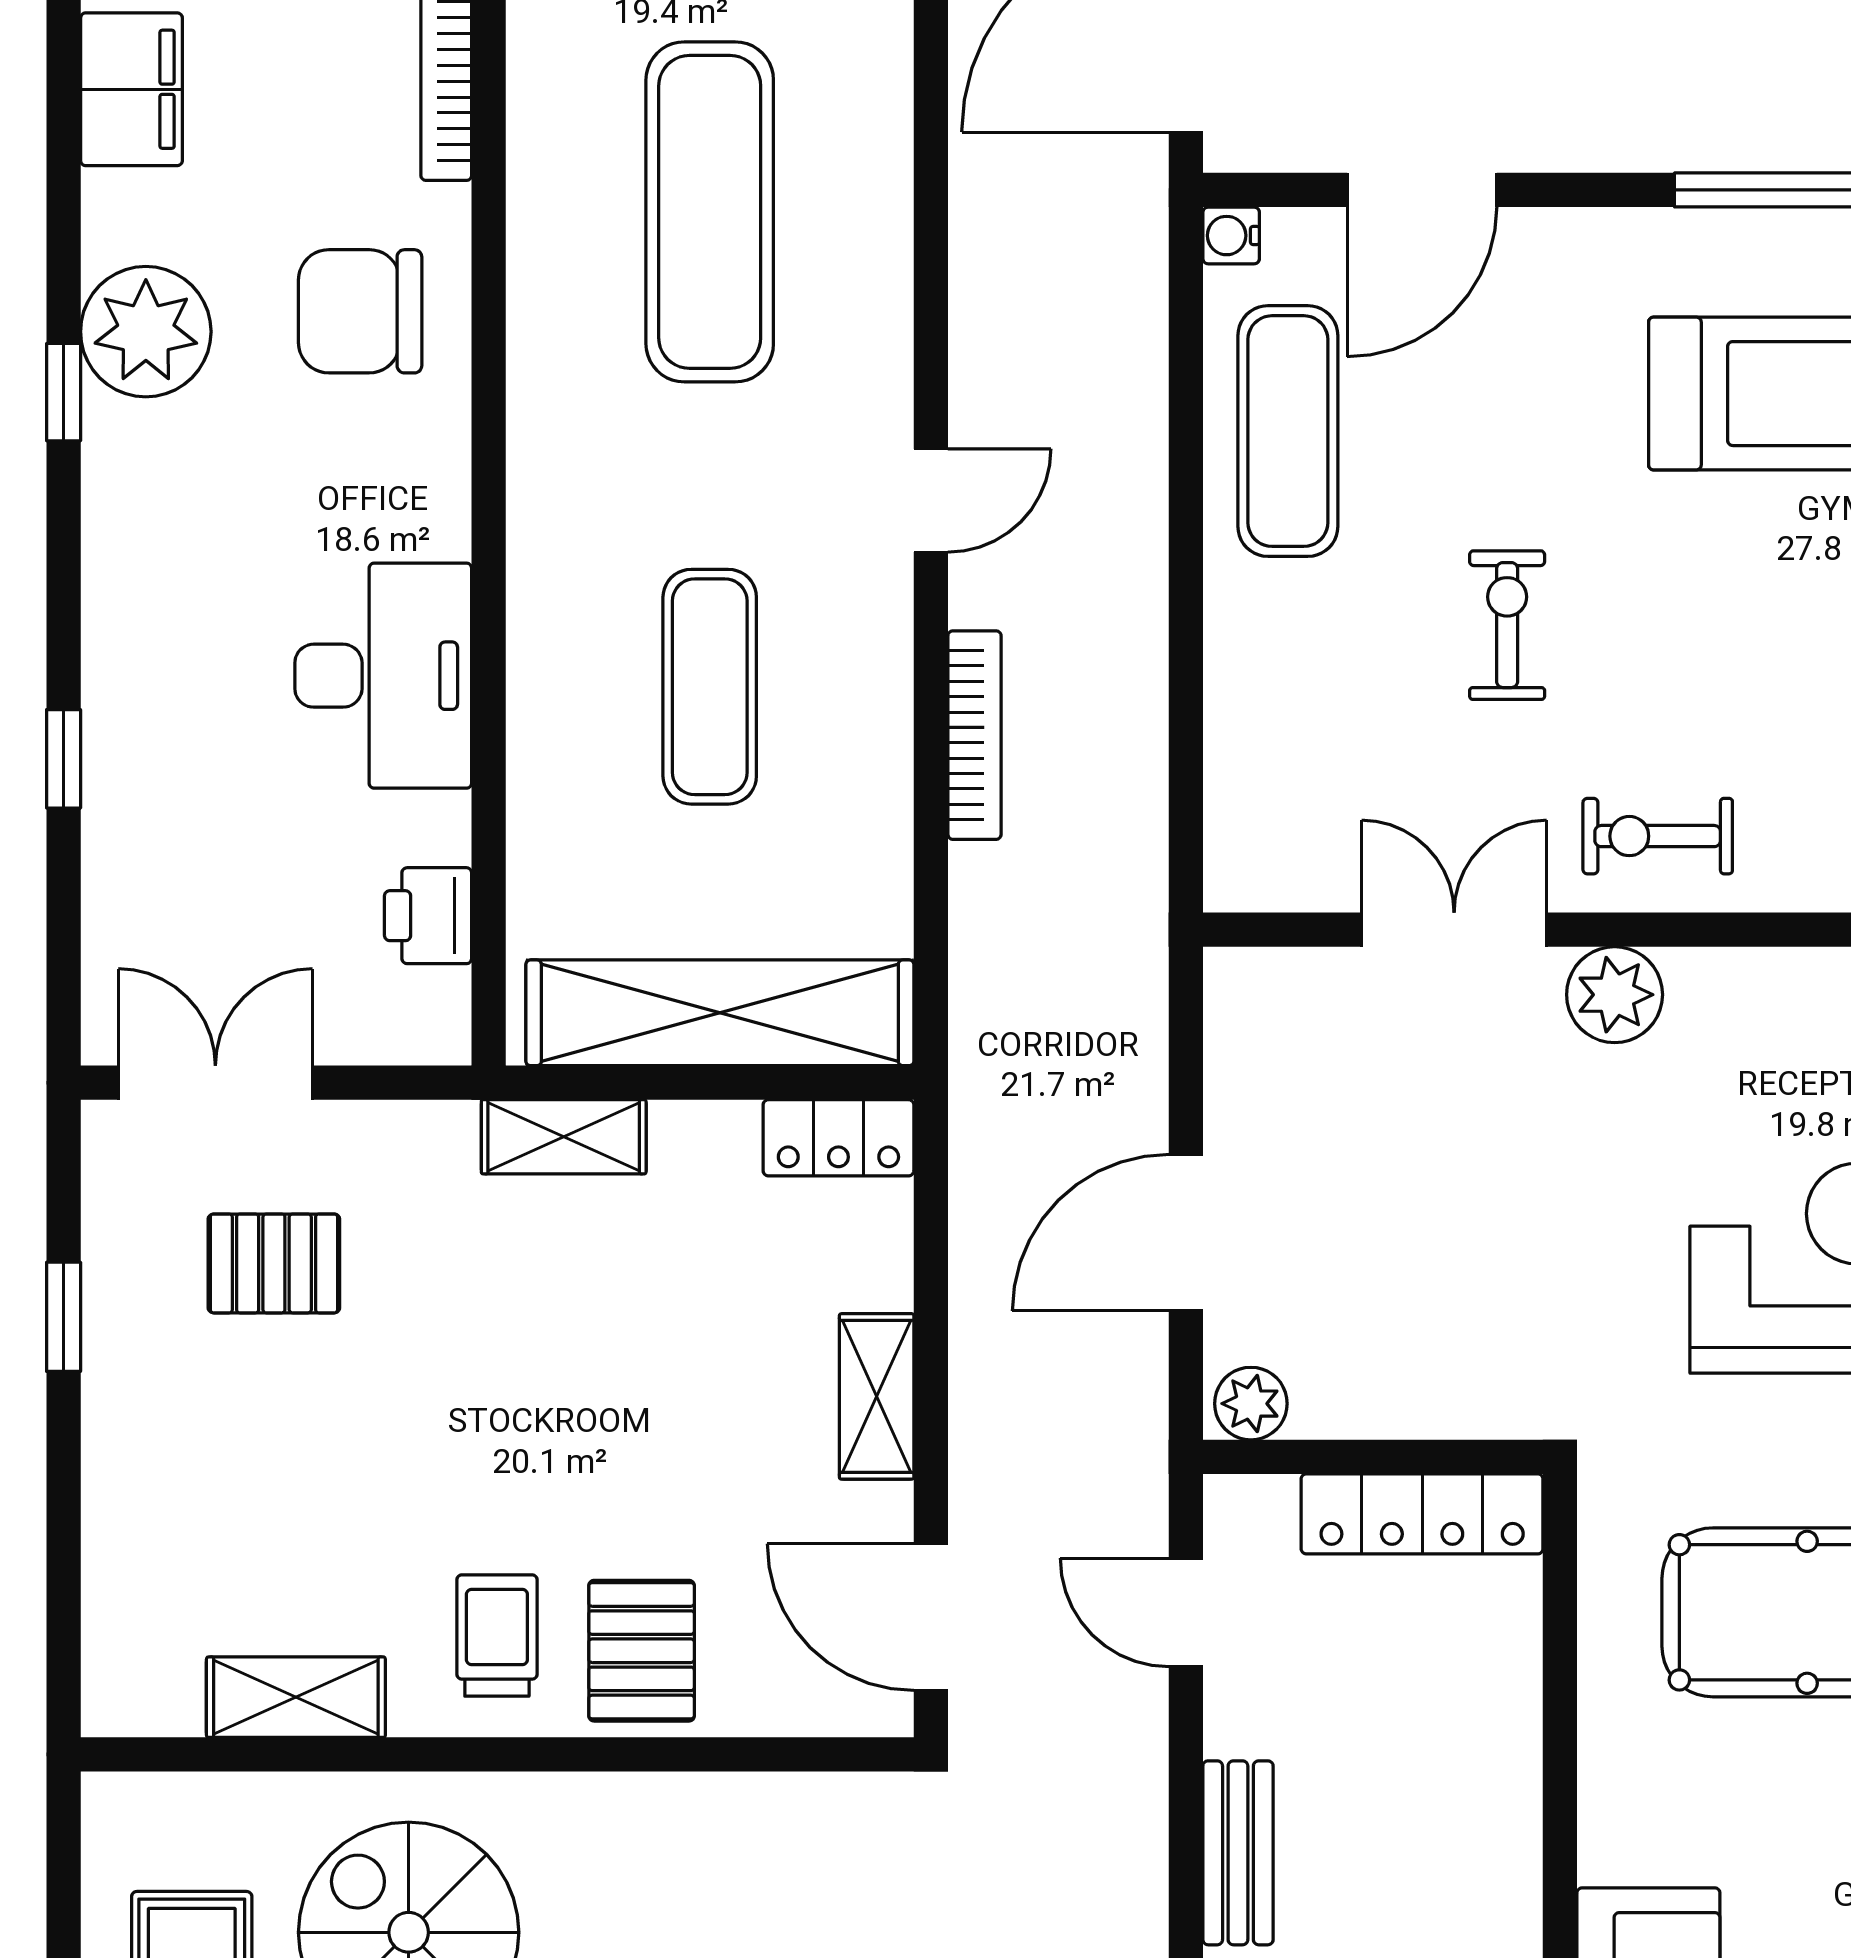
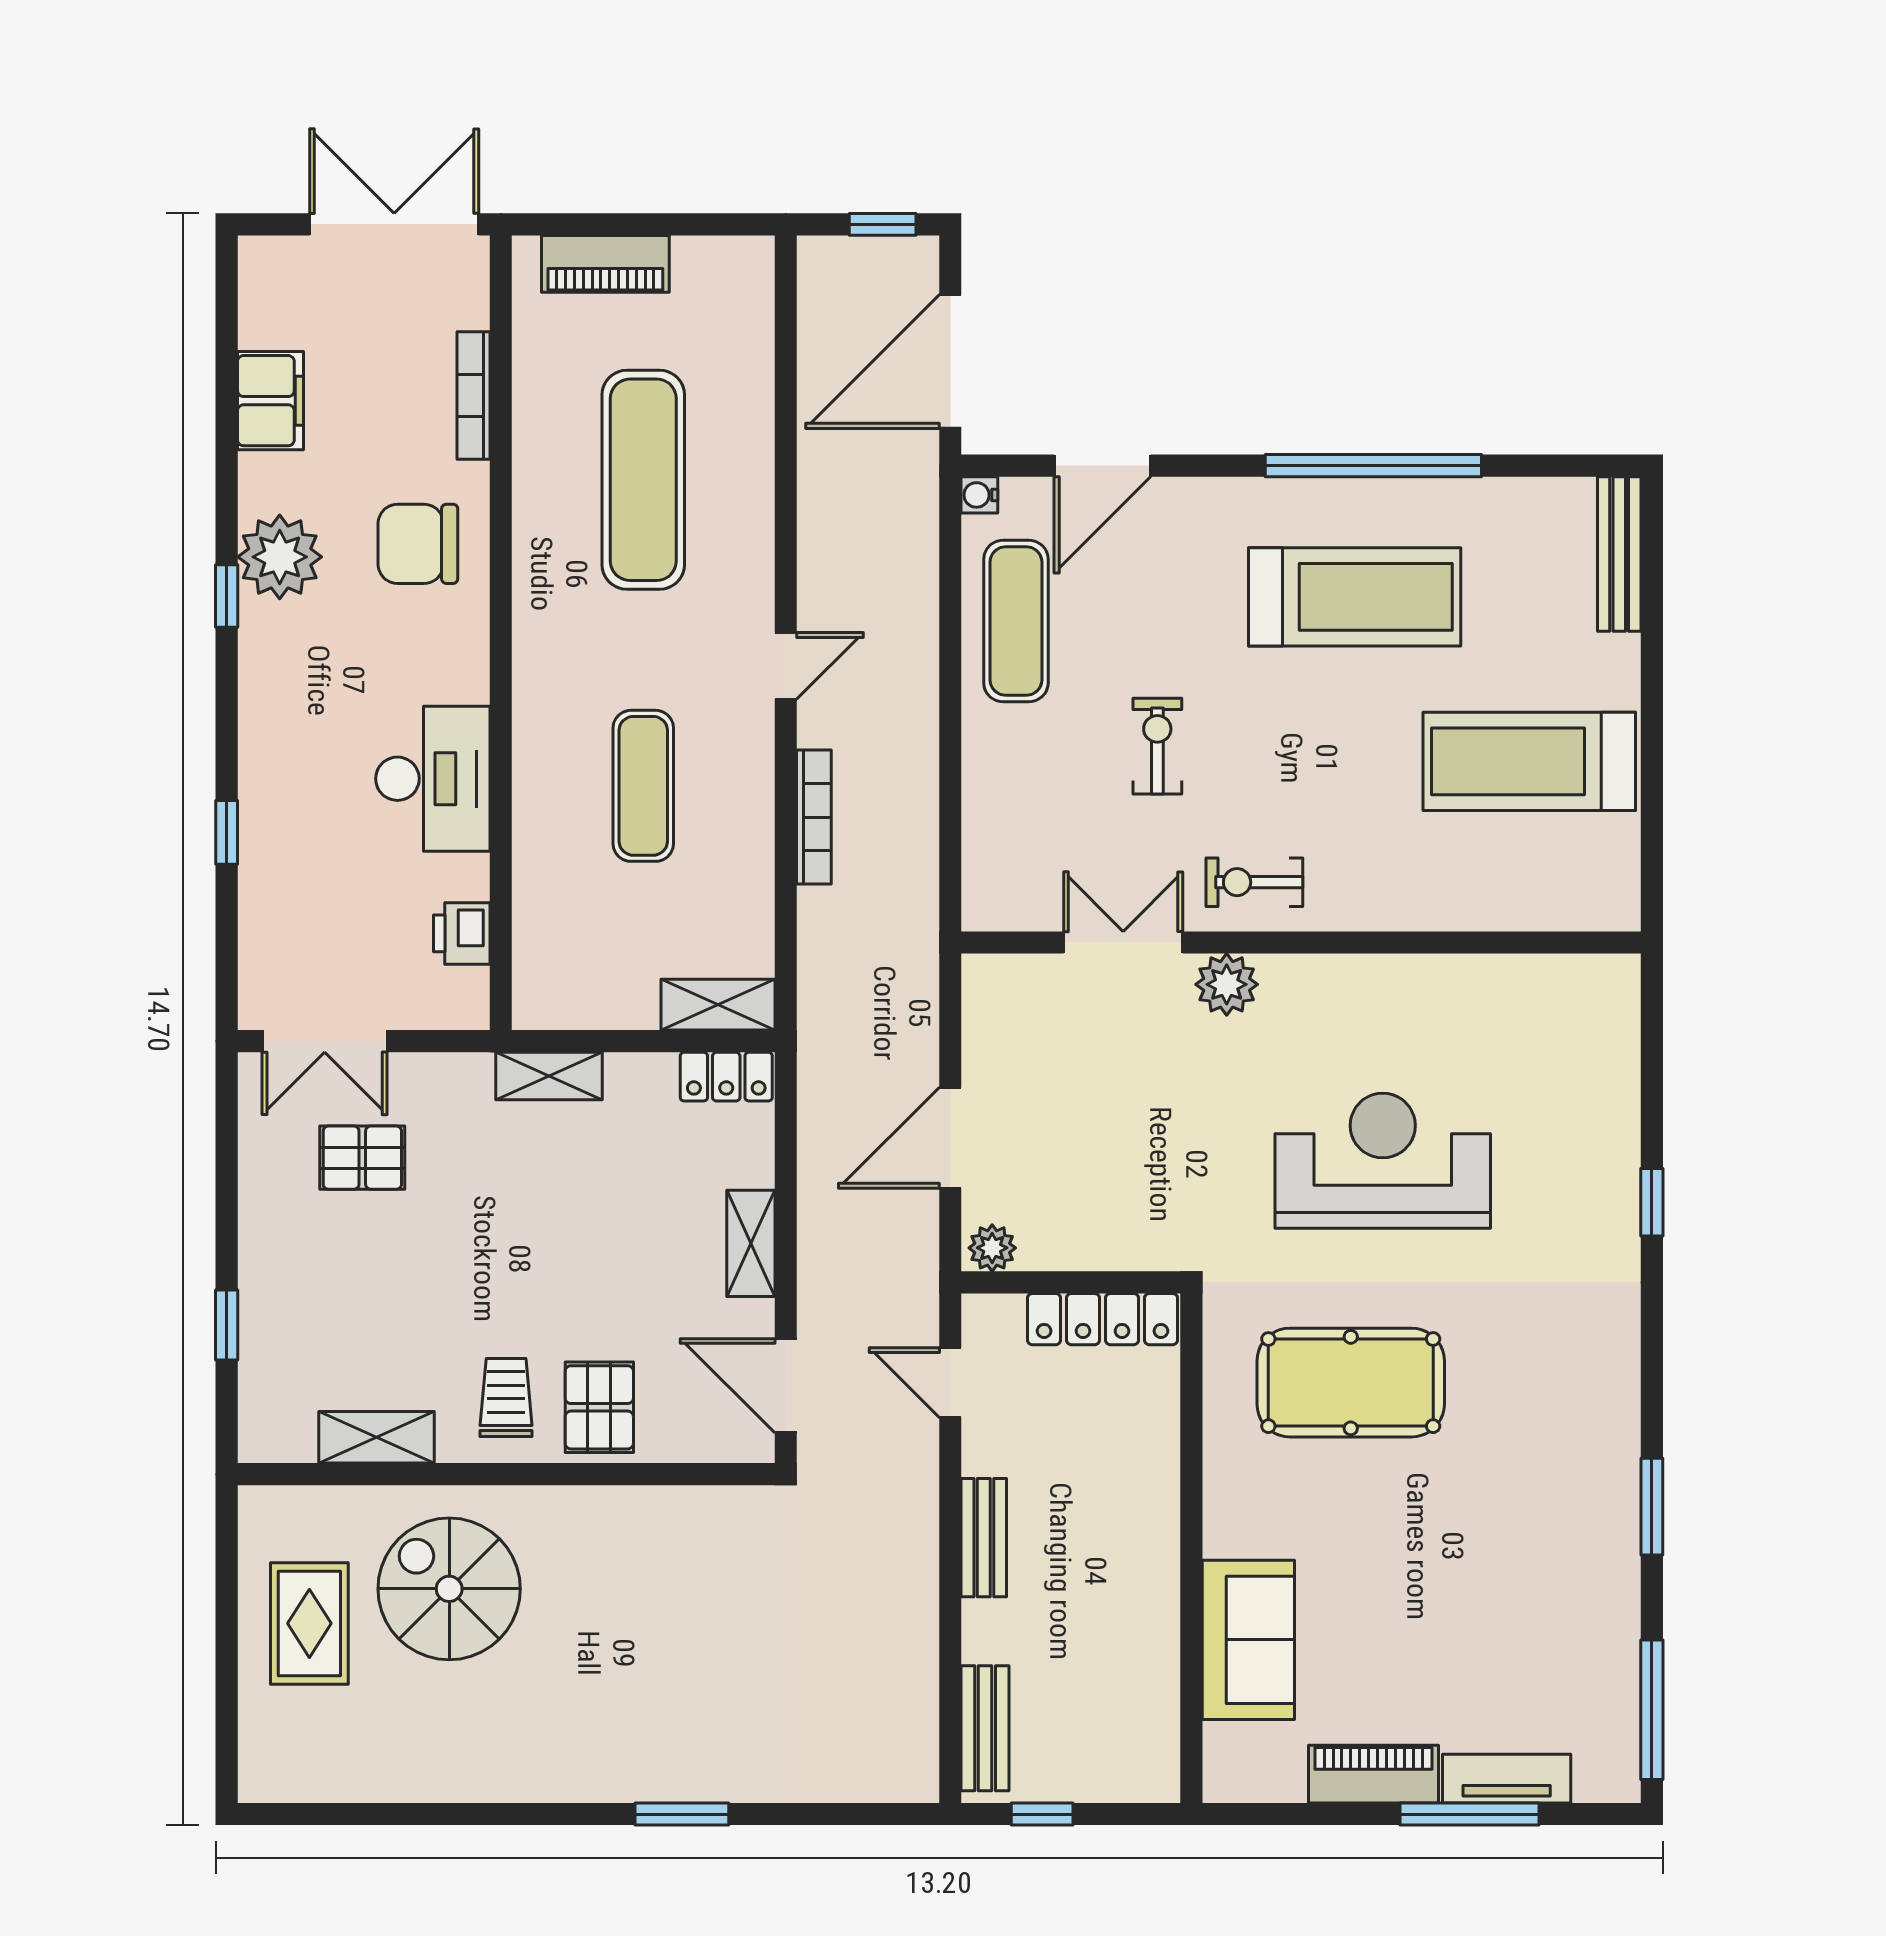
shelving: (720, 1013) -> (718, 1005), width x0.45, depth x0.75
double door: (215, 1083) -> (325, 1041), swing flipped
window: (64, 1317) -> (227, 1325), moved

